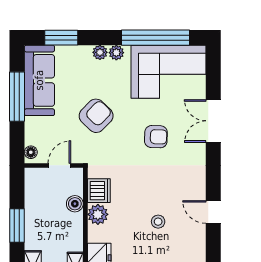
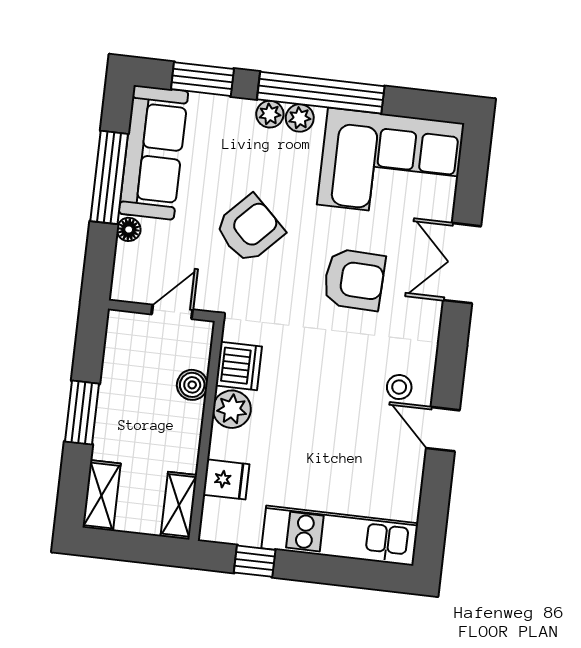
window: (156, 38) -> (321, 93), moved
armchair: (156, 137) -> (354, 280), width x1.38, depth x1.38
floor lamp: (31, 152) -> (129, 229), moved
stool: (158, 222) -> (399, 387), moved

